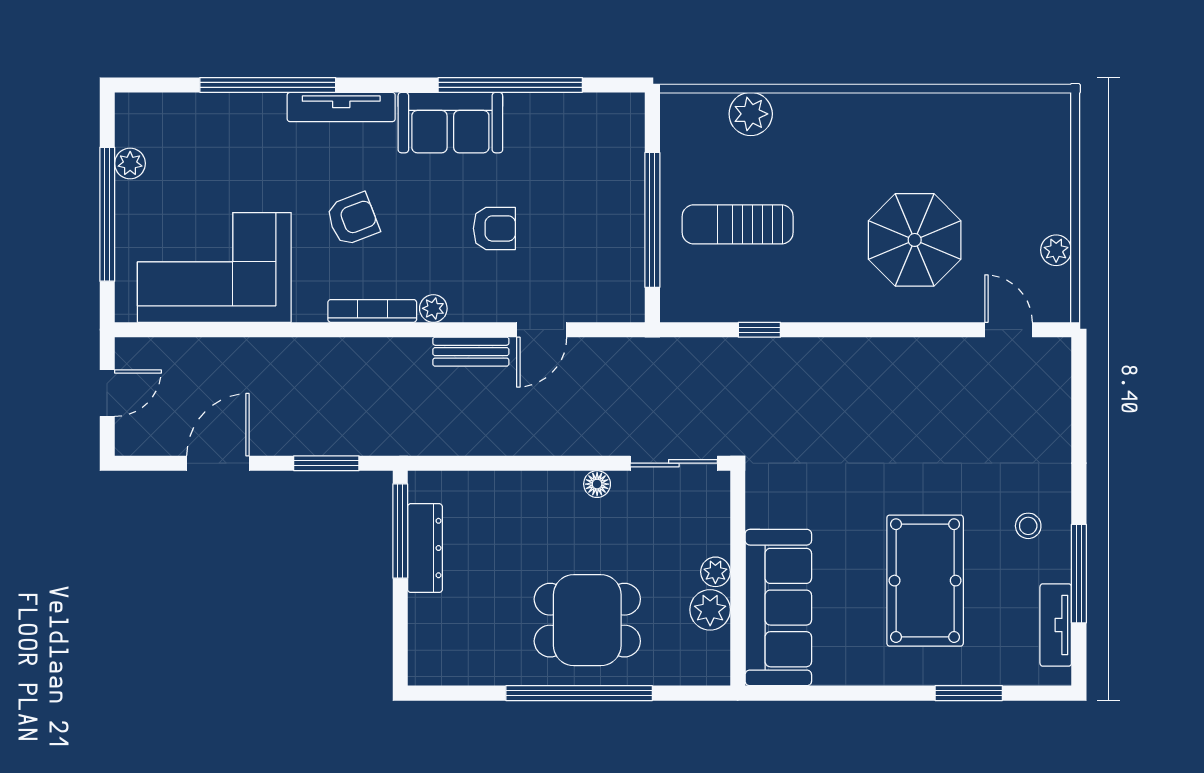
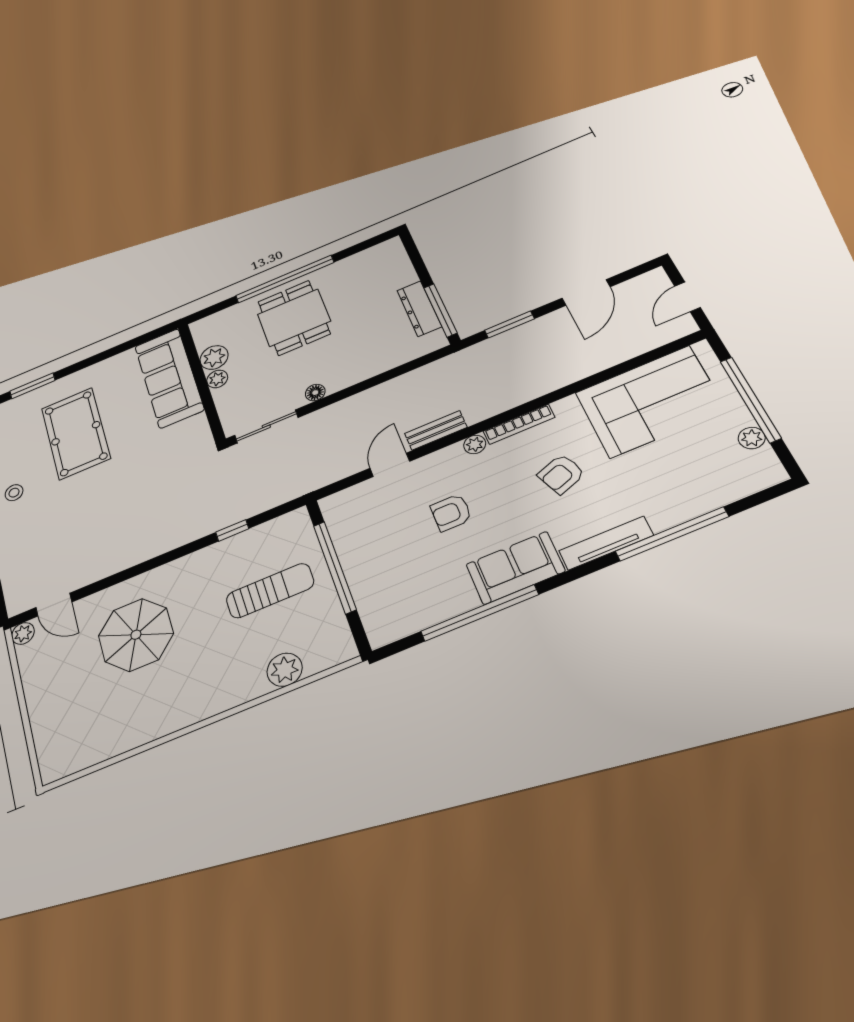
plant: (1056, 250) -> (23, 633), moved
dining table: (587, 620) -> (294, 318), turned 90

